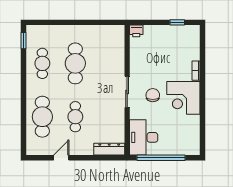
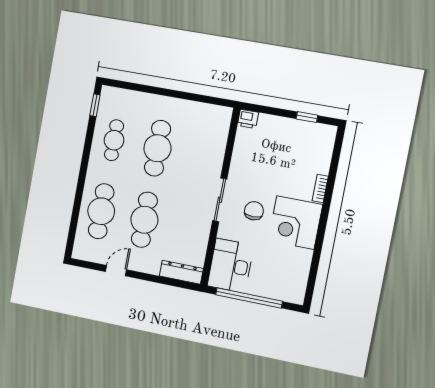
cafe table: (75, 117) -> (144, 220), width x1.37, depth x1.35

